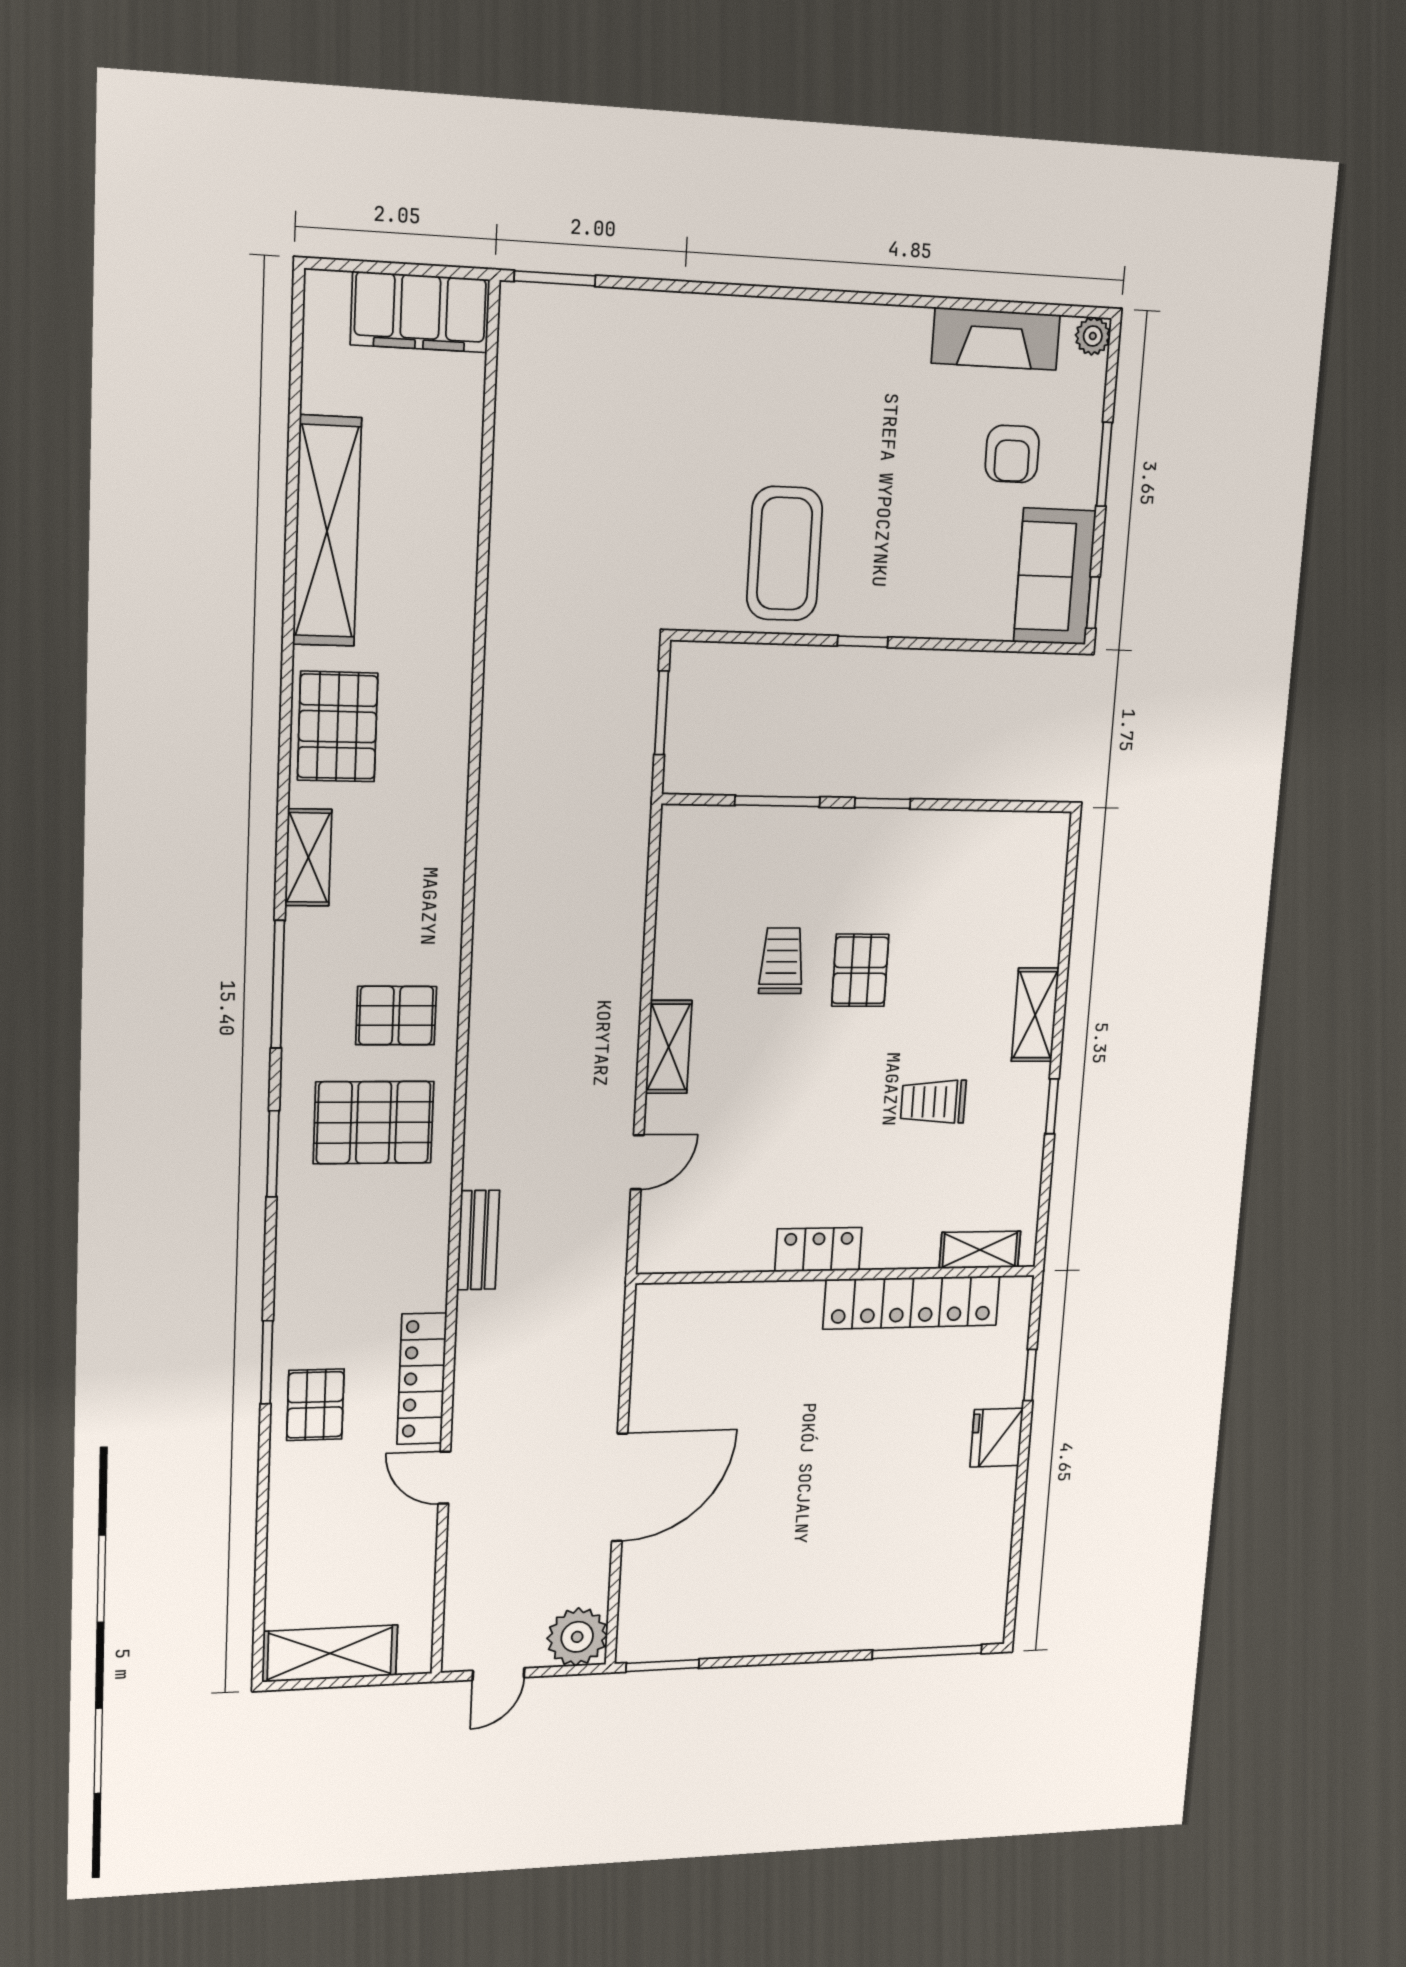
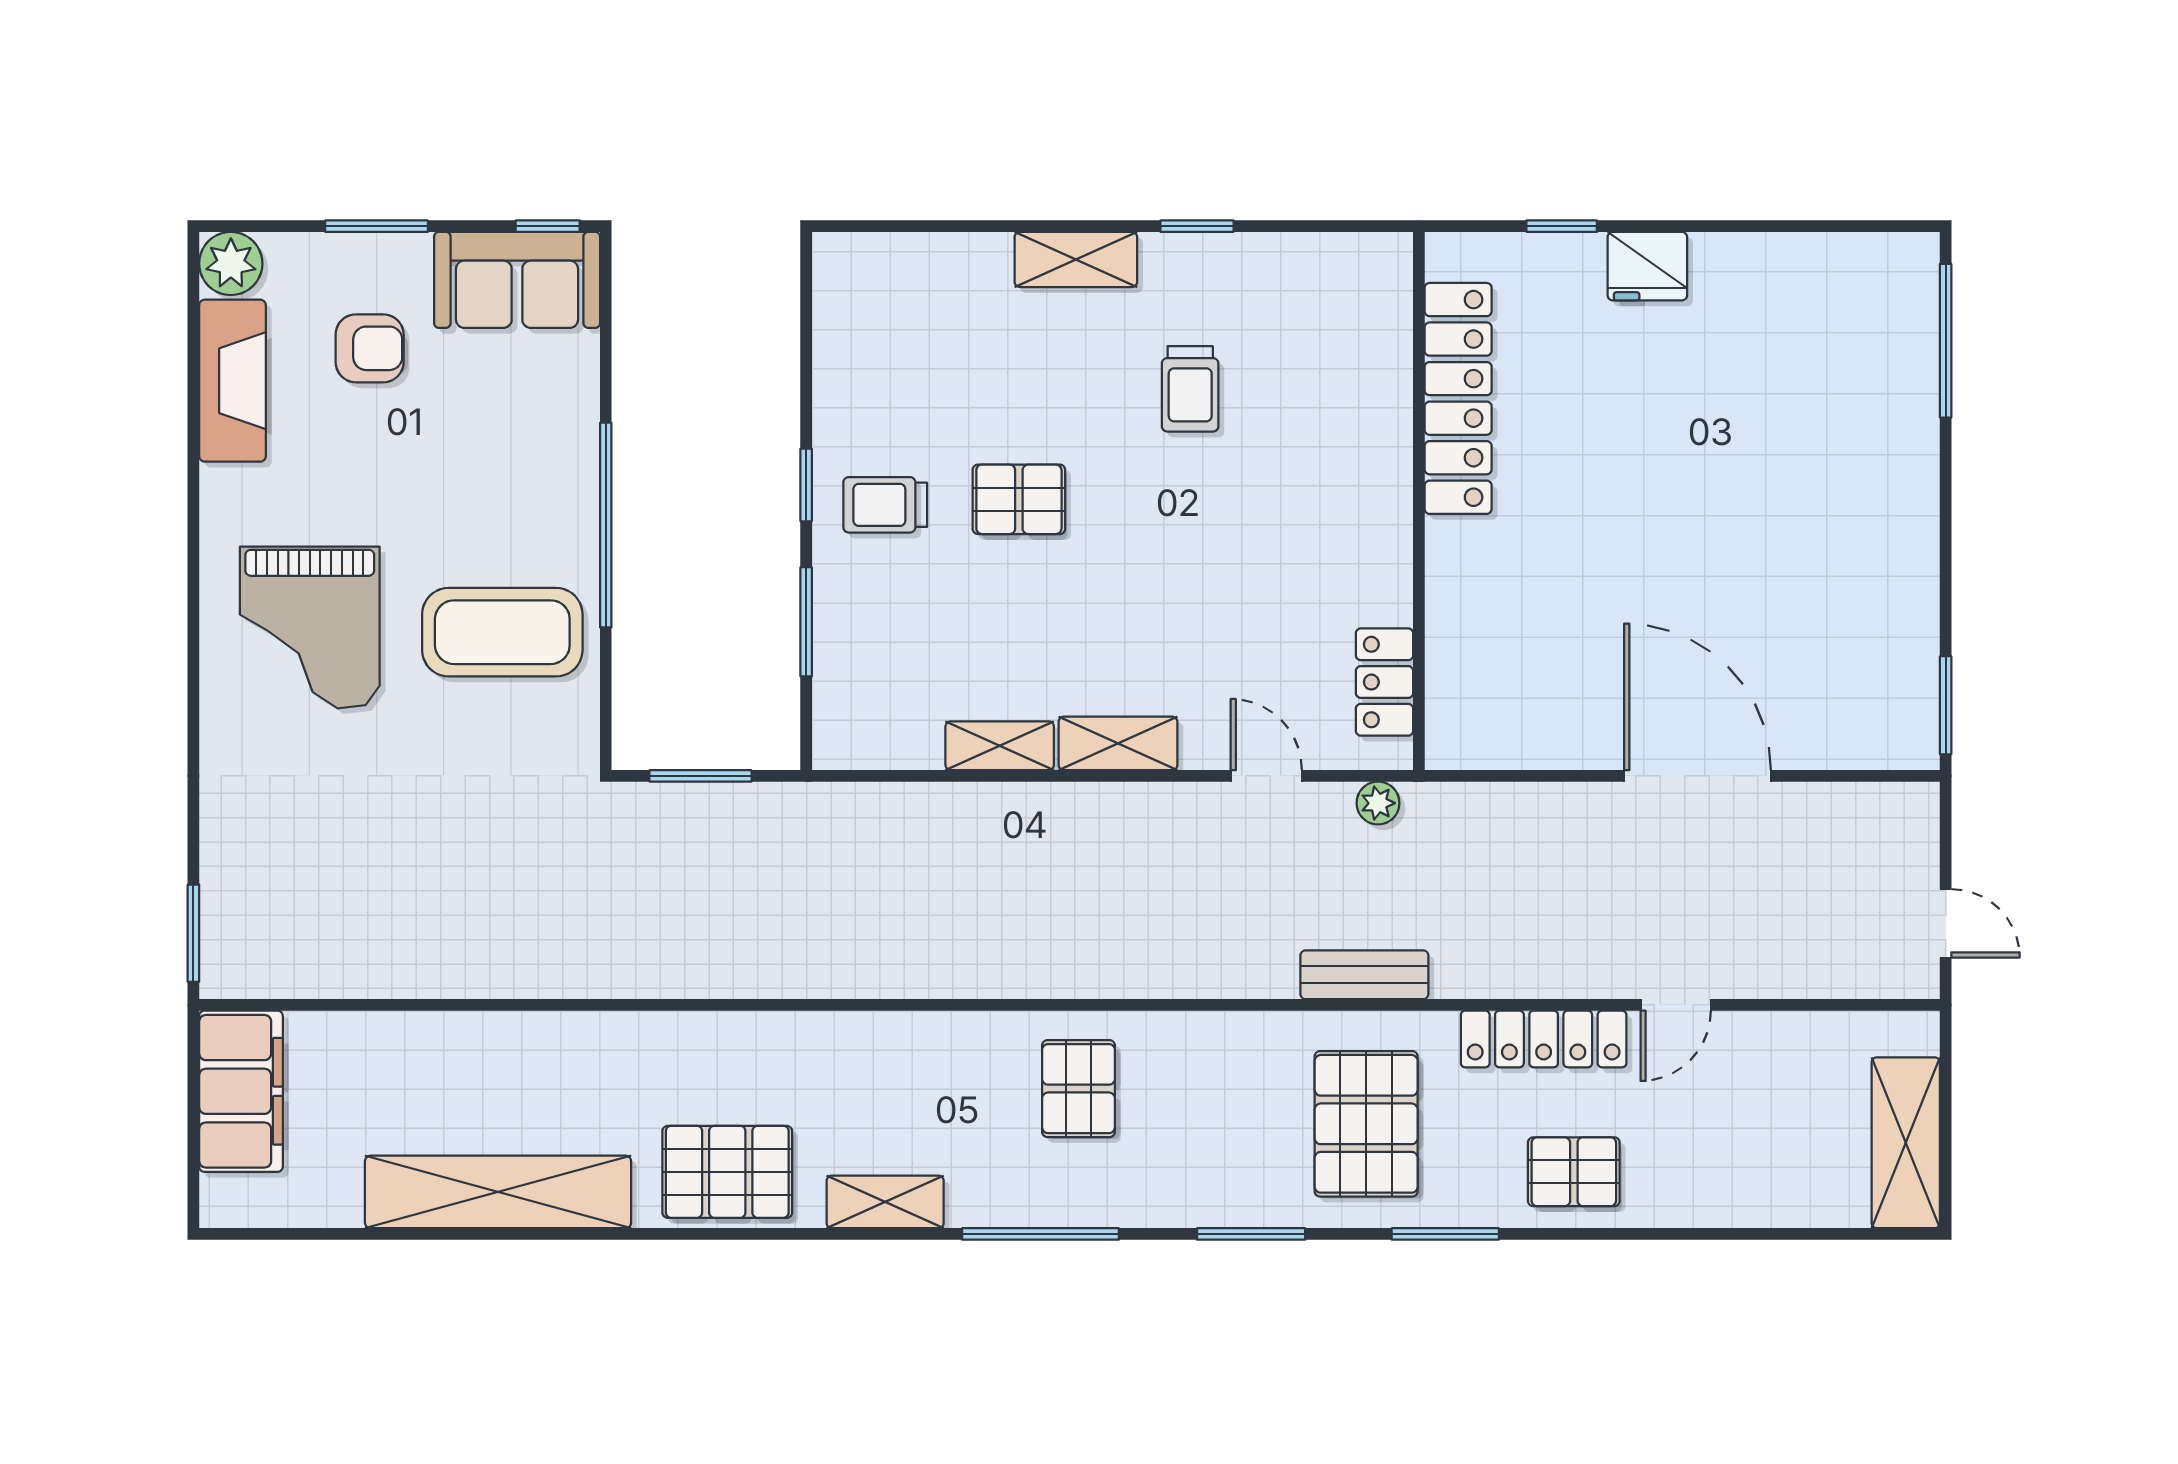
plant: (1093, 336) -> (231, 264), width x1.38, depth x1.38
grand piano: (798, 393) -> (310, 627), added
window: (863, 642) -> (606, 525), width x3.17
trolley: (782, 961) -> (885, 505), moved
pallet: (374, 1122) -> (1366, 1124), moved
locker: (818, 1250) -> (1385, 682), moved
shelving: (980, 1250) -> (1000, 746), moved, turned 90
window: (267, 1362) -> (1445, 1234), moved
plant: (577, 1637) -> (1378, 803), moved, width x0.53, depth x0.53

